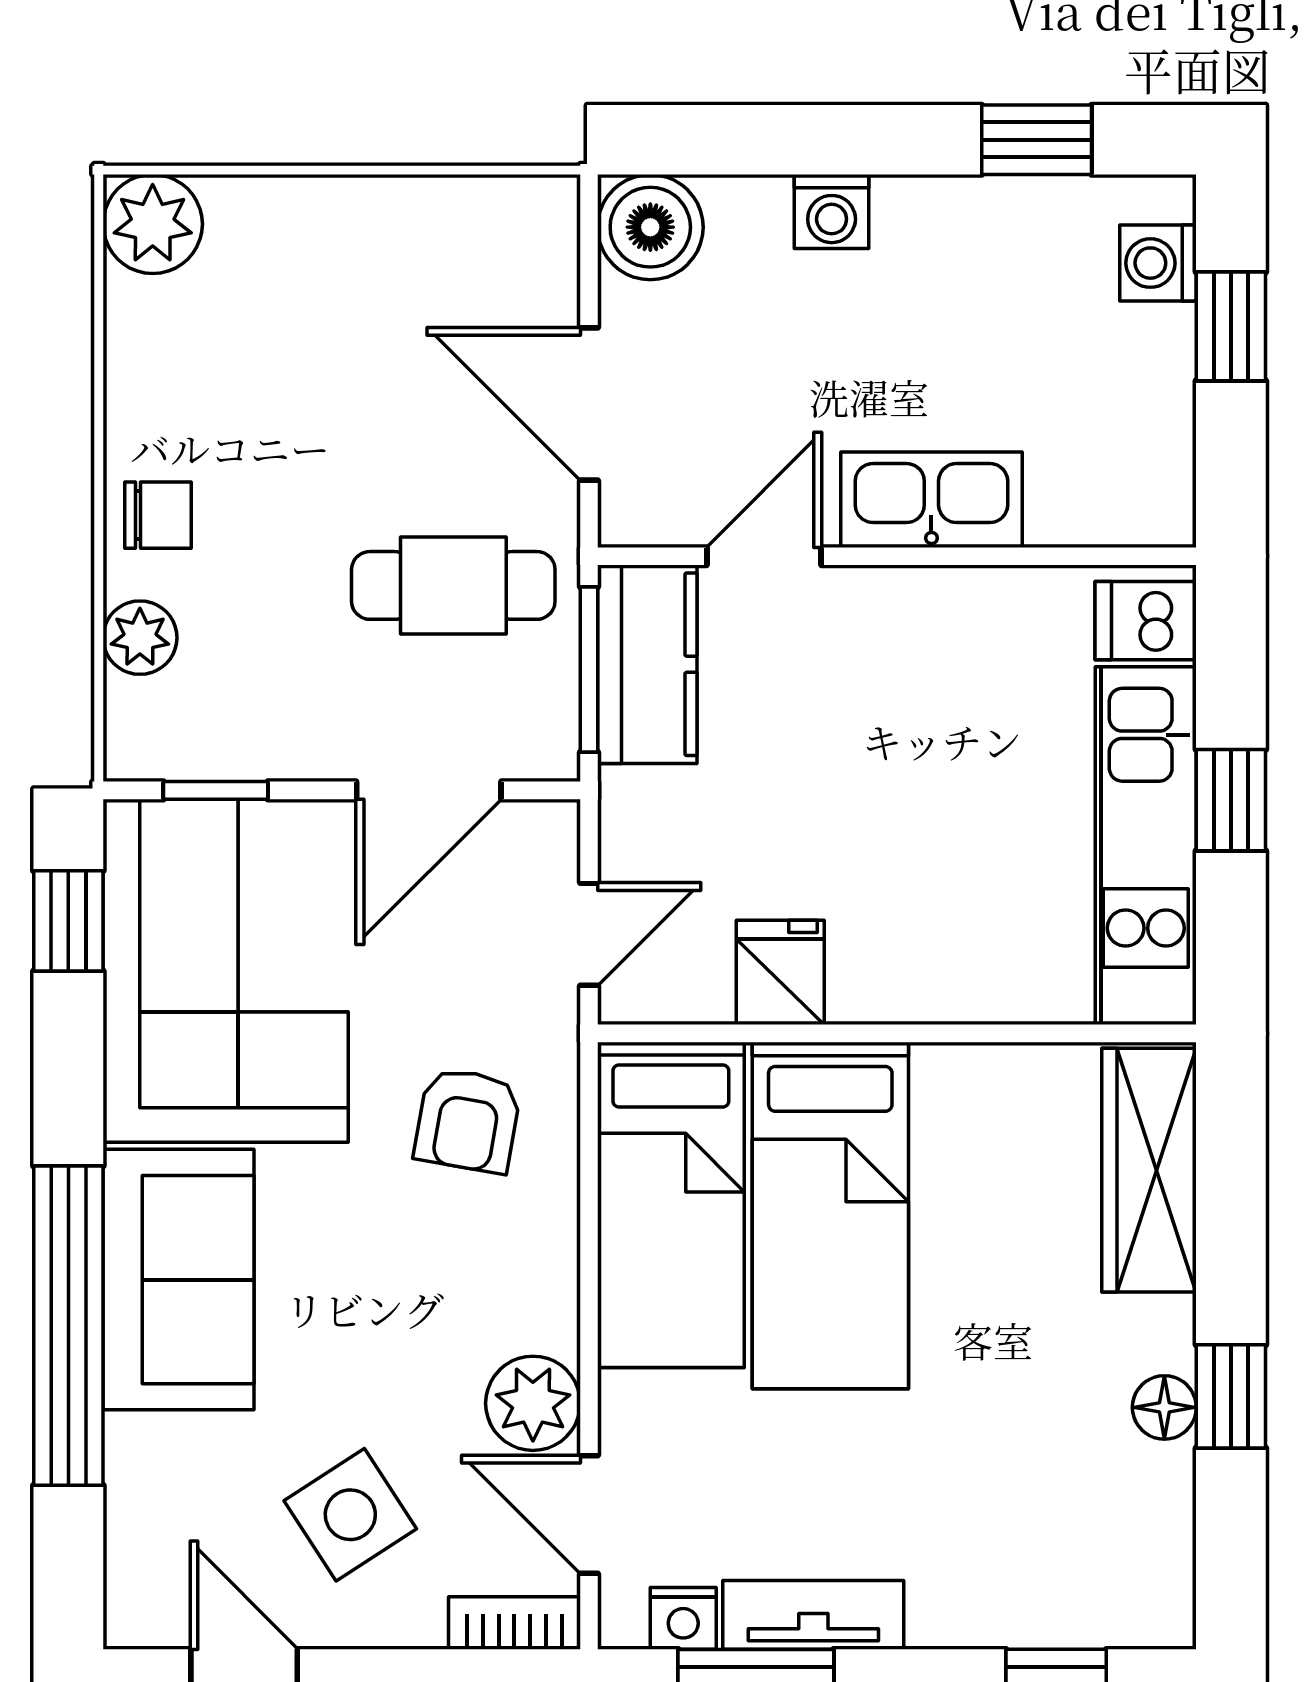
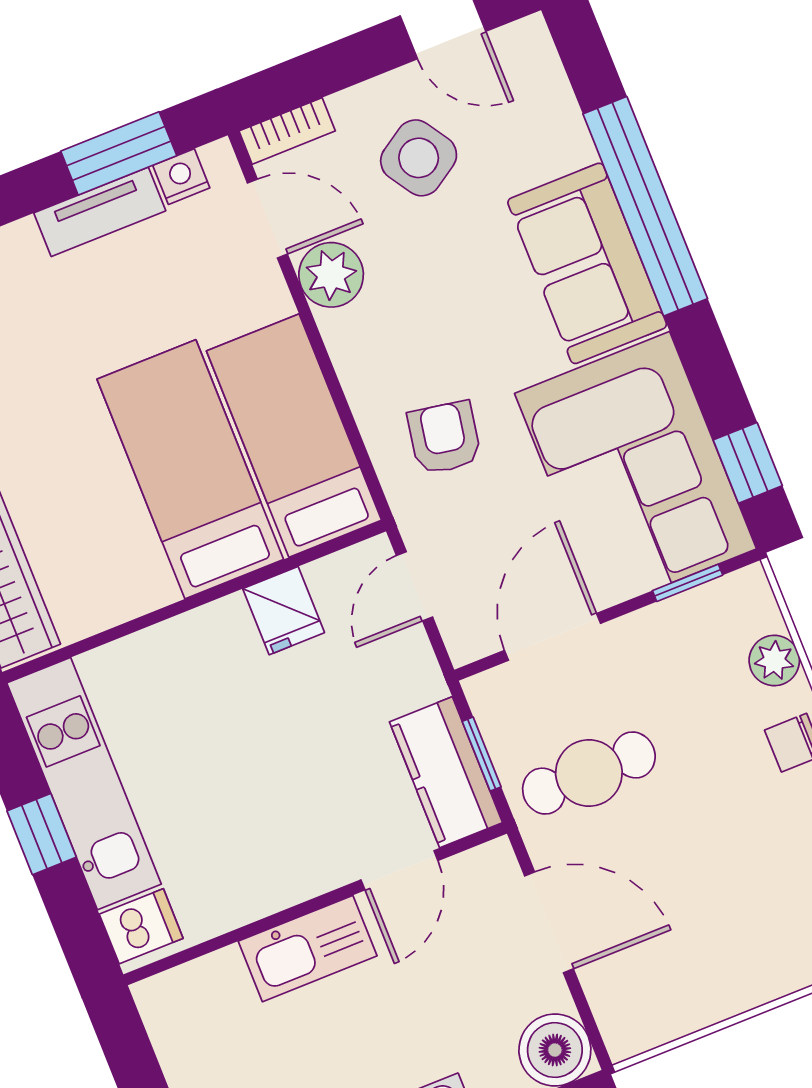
window: (589, 670) -> (482, 754), width x0.67

